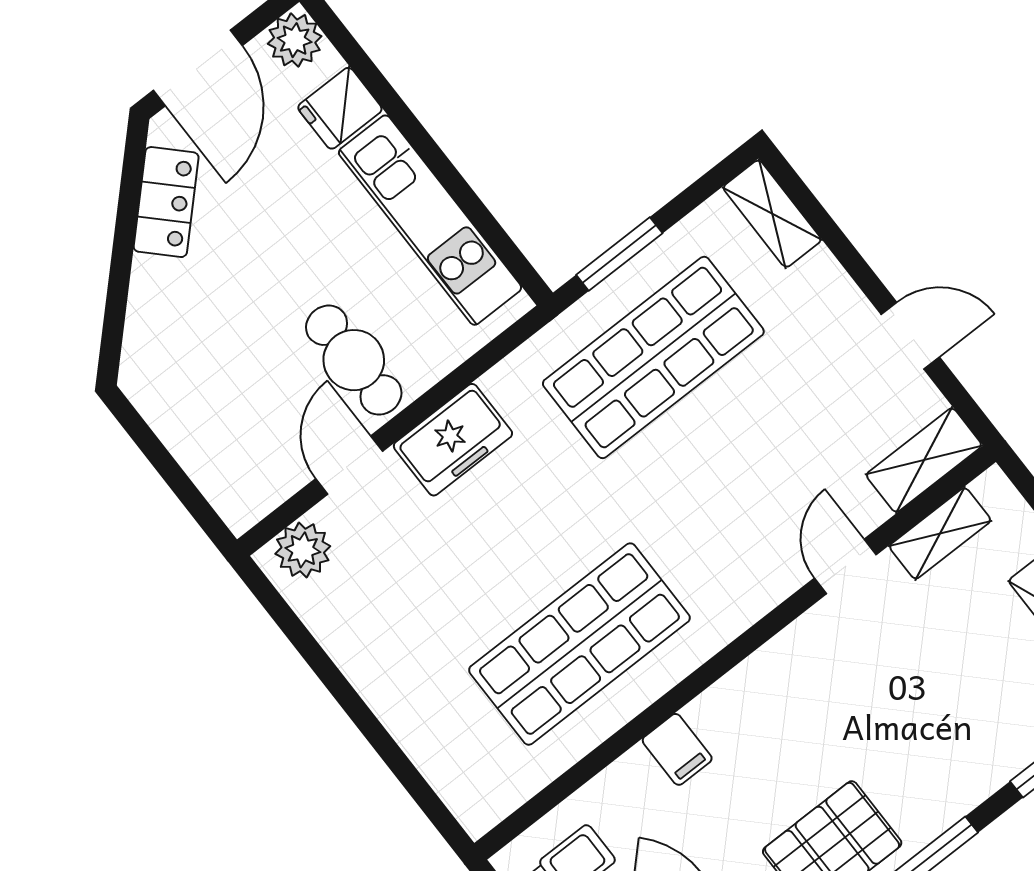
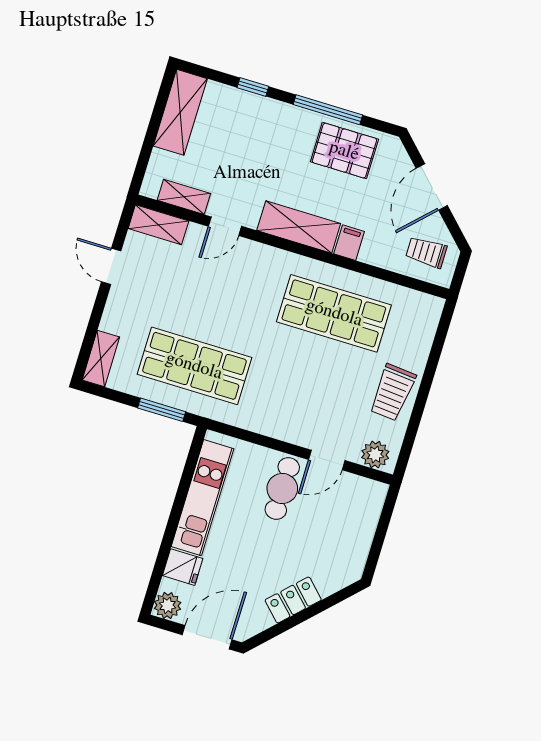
locker: (166, 202) -> (293, 600), moved
freezer: (453, 440) -> (286, 425), removed
trolley: (384, 649) -> (393, 392), added
shelving: (760, 686) -> (299, 227), added

